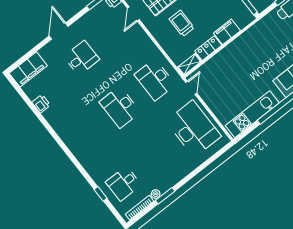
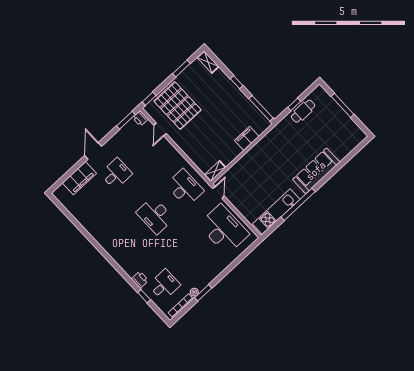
trolley: (182, 23) -> (205, 134), removed
locker: (208, 48) -> (231, 155), removed
filing cabinet: (28, 69) -> (79, 178), moved
desk: (155, 80) -> (185, 188), turned 180
printer: (41, 104) -> (140, 280), moved
desk: (124, 183) -> (164, 285), turned 180

